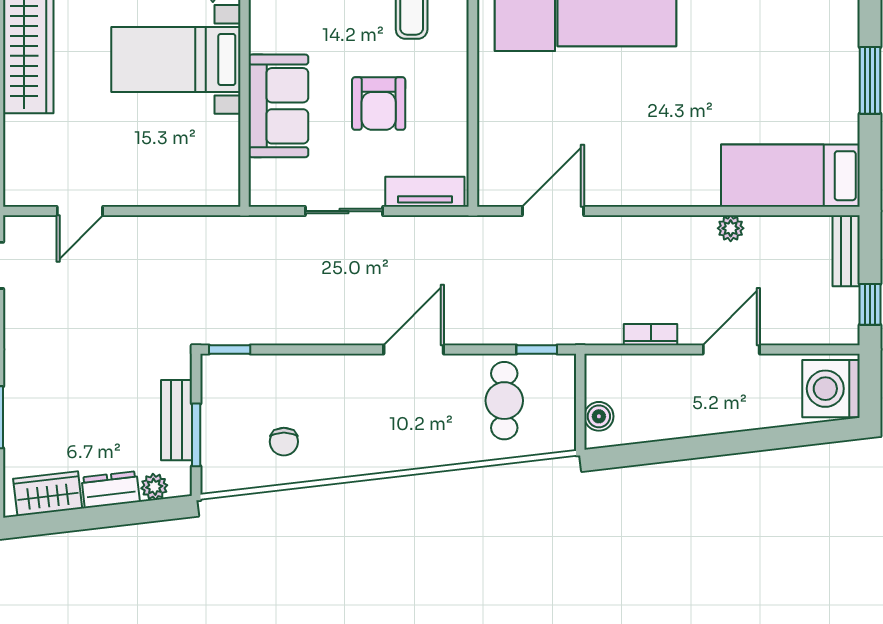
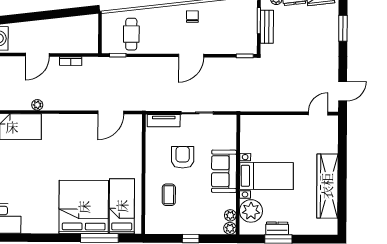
sofa: (278, 106) -> (224, 171), moved
door: (80, 211) -> (318, 114), moved
door: (414, 349) -> (191, 56), moved
boiler: (599, 416) -> (92, 27), removed
chair: (284, 442) -> (192, 17), moved

